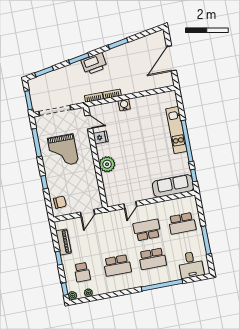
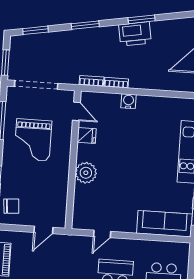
printer: (94, 64) -> (135, 34), moved

